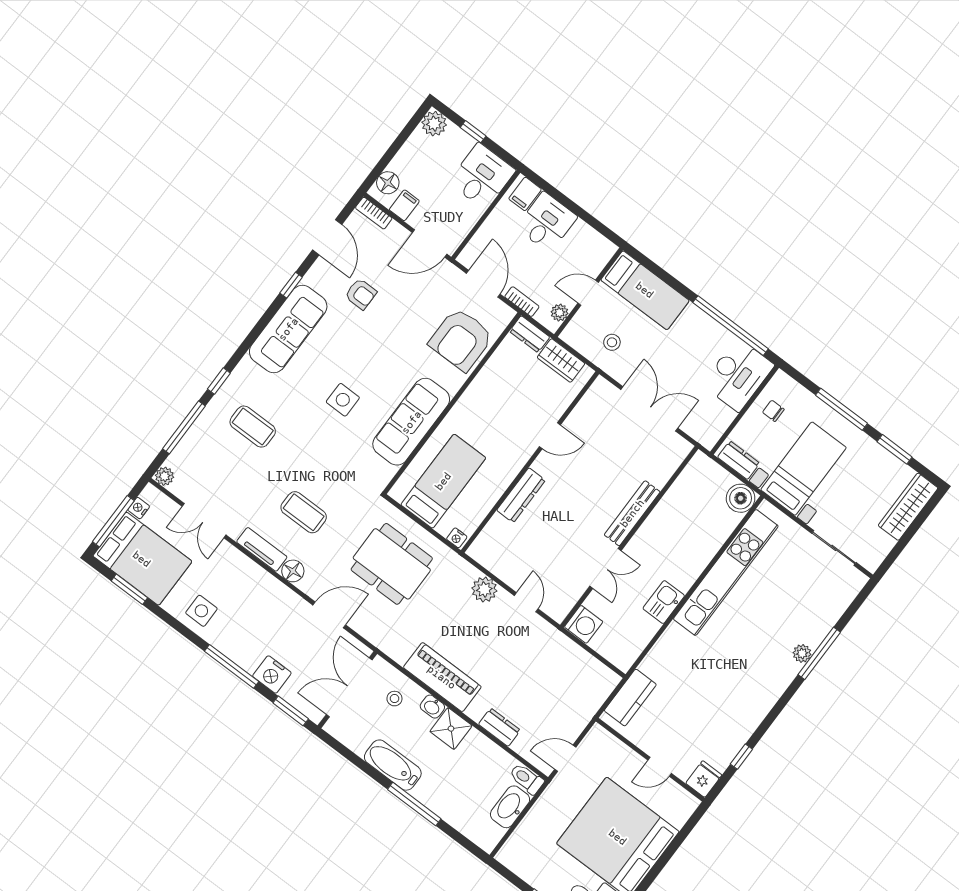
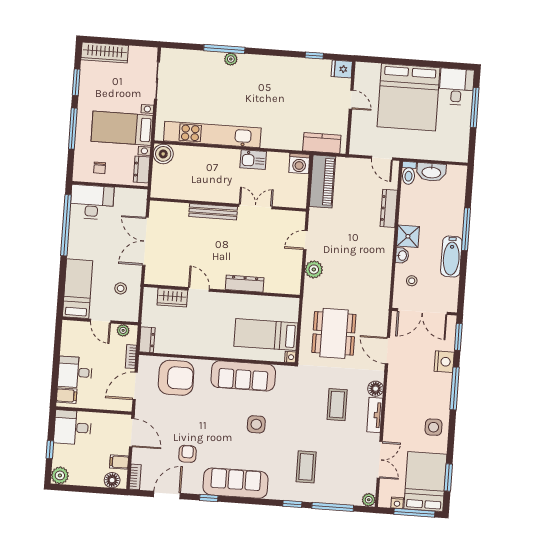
wardrobe: (561, 360) -> (172, 298), moved, turned 90
nightstand: (457, 538) -> (290, 357), moved
washing machine: (584, 624) -> (299, 164), moved, turned 180
piano: (442, 677) -> (322, 181), moved, turned 180
dresser: (499, 727) -> (389, 208), width x1.44

